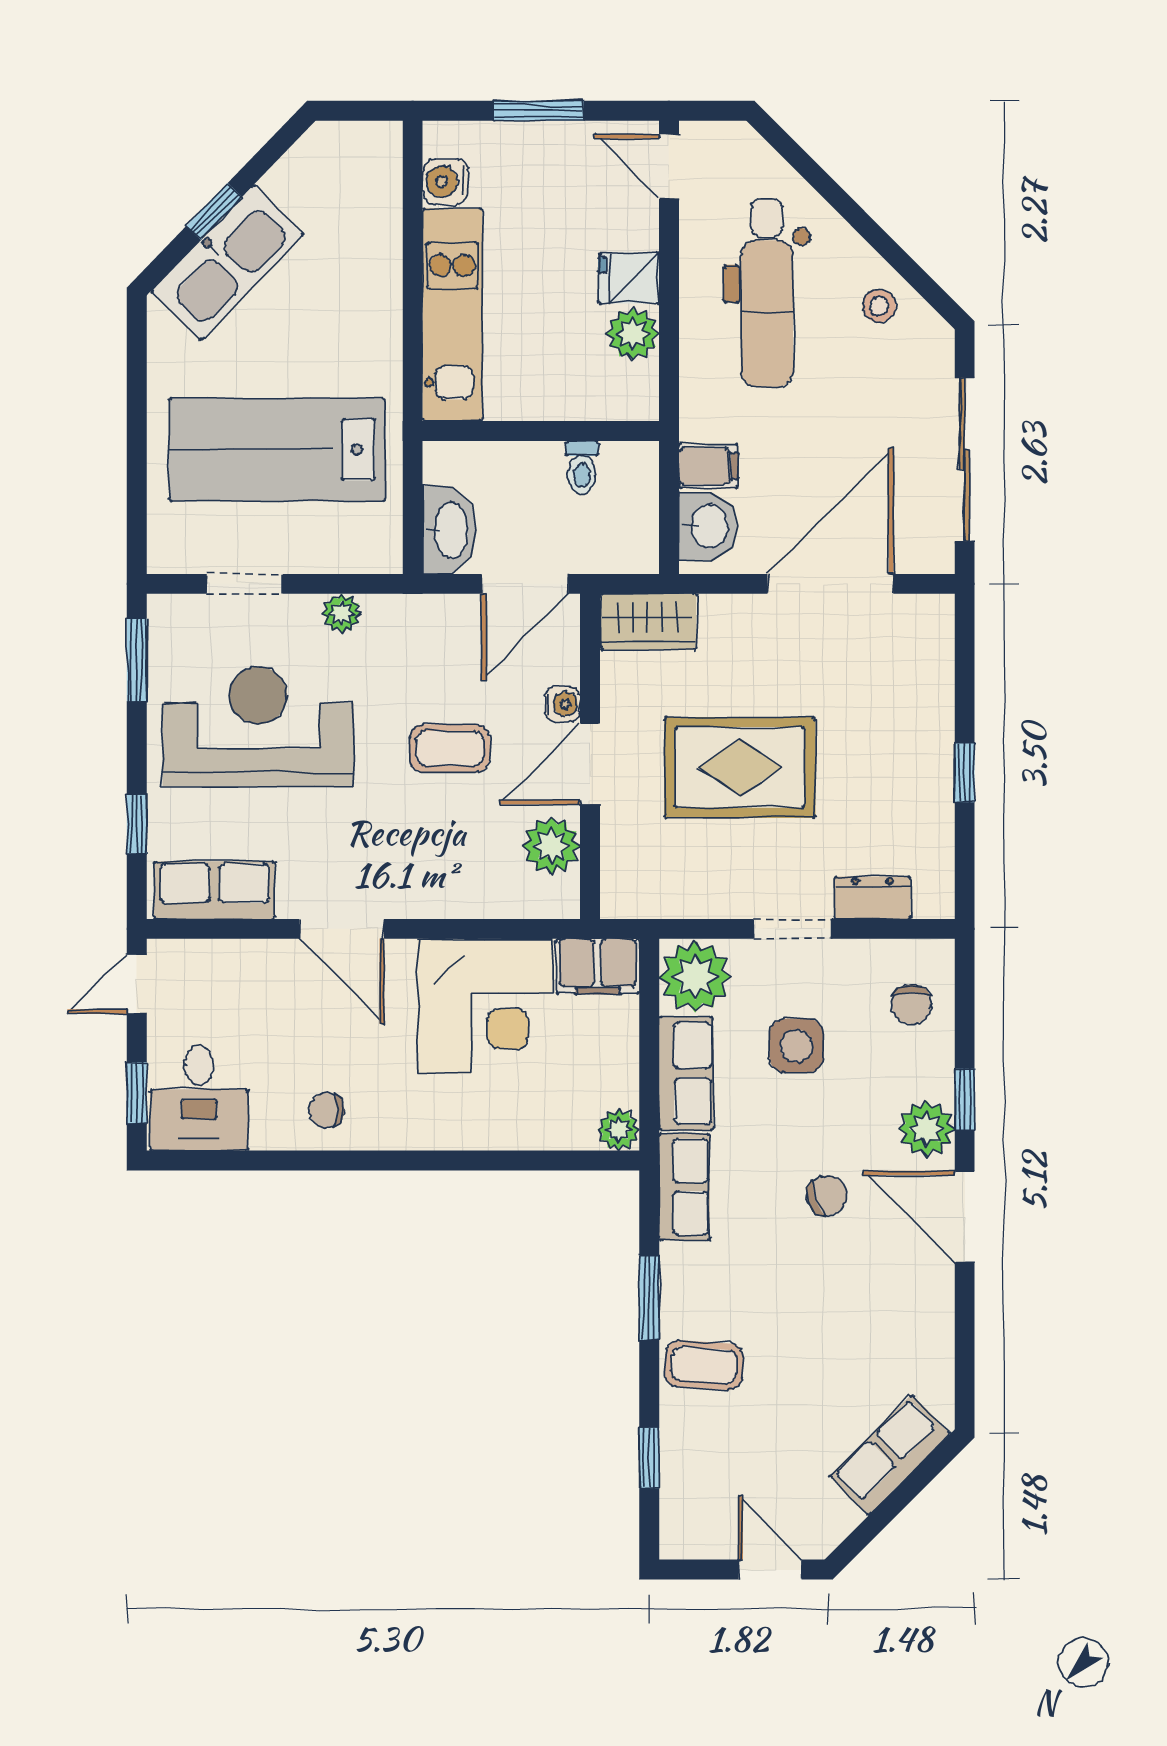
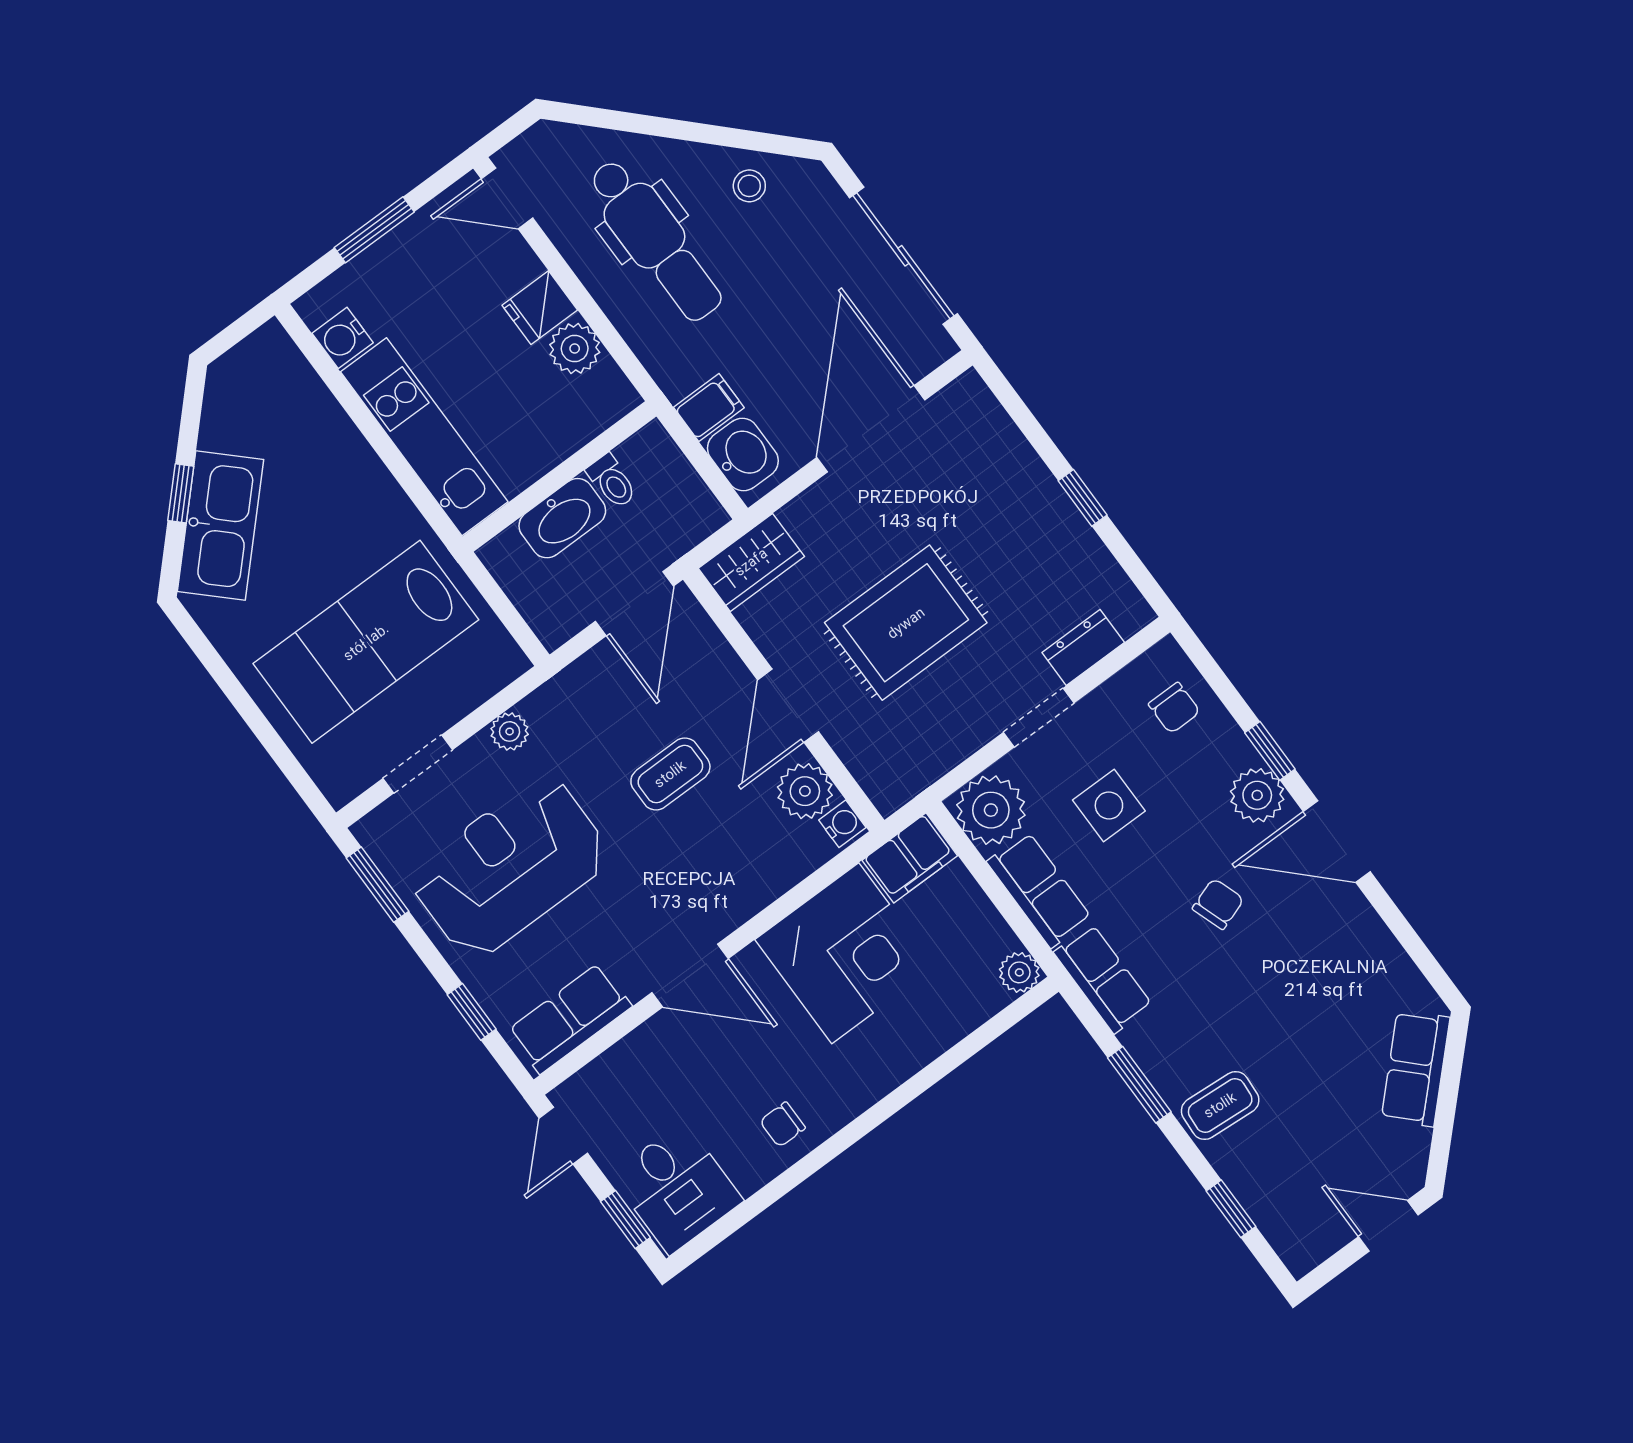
washbasin: (449, 530) -> (562, 518), moved, turned 90
water cooler: (563, 704) -> (842, 824), moved

